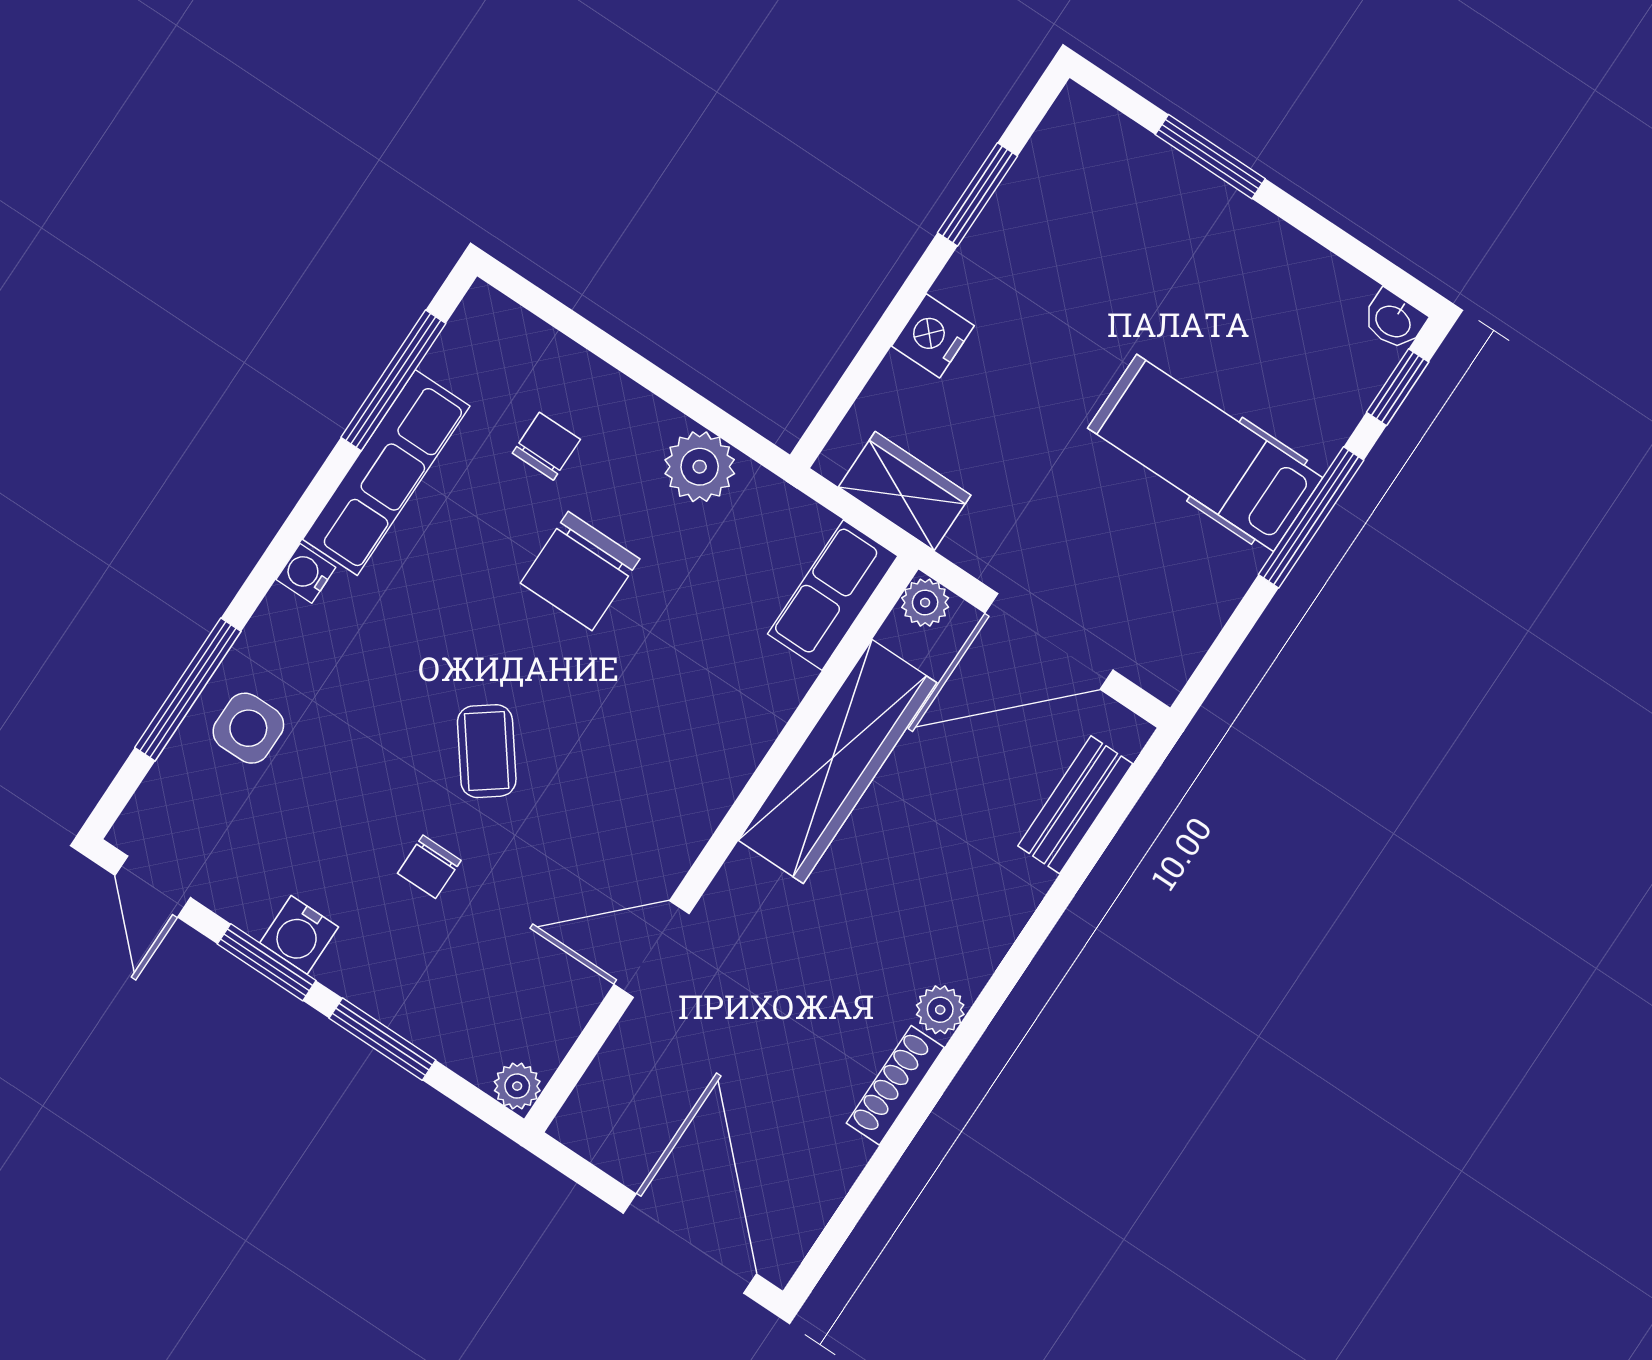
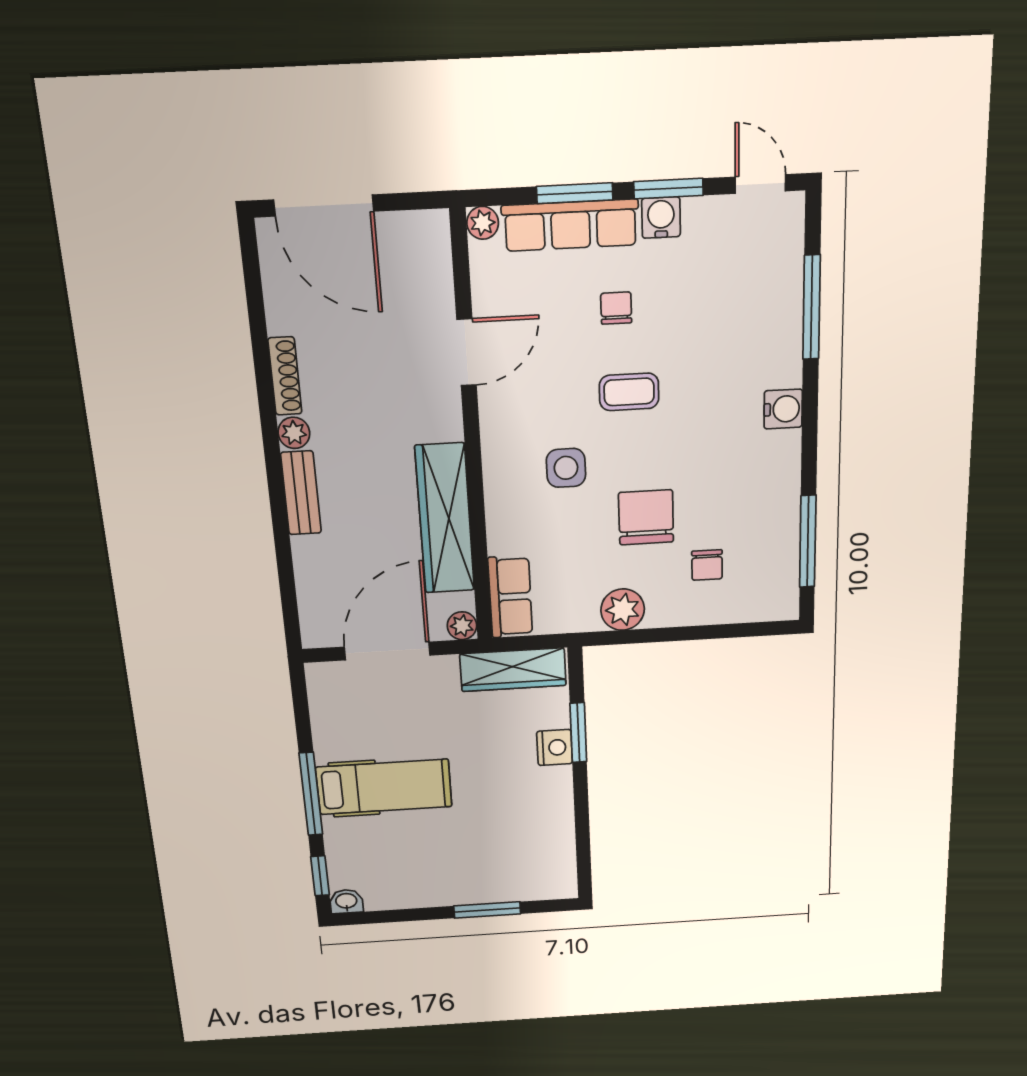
window: (977, 194) -> (578, 733), moved
row of seats: (386, 473) -> (570, 225), moved, turned -90
wardrobe: (905, 491) -> (513, 670), width x1.50
water cooler: (306, 573) -> (783, 409), width x1.38, depth x1.38
side table: (248, 728) -> (566, 468), moved
coffee table: (487, 751) -> (629, 392), turned -53
bench: (1075, 805) -> (301, 493), moved

